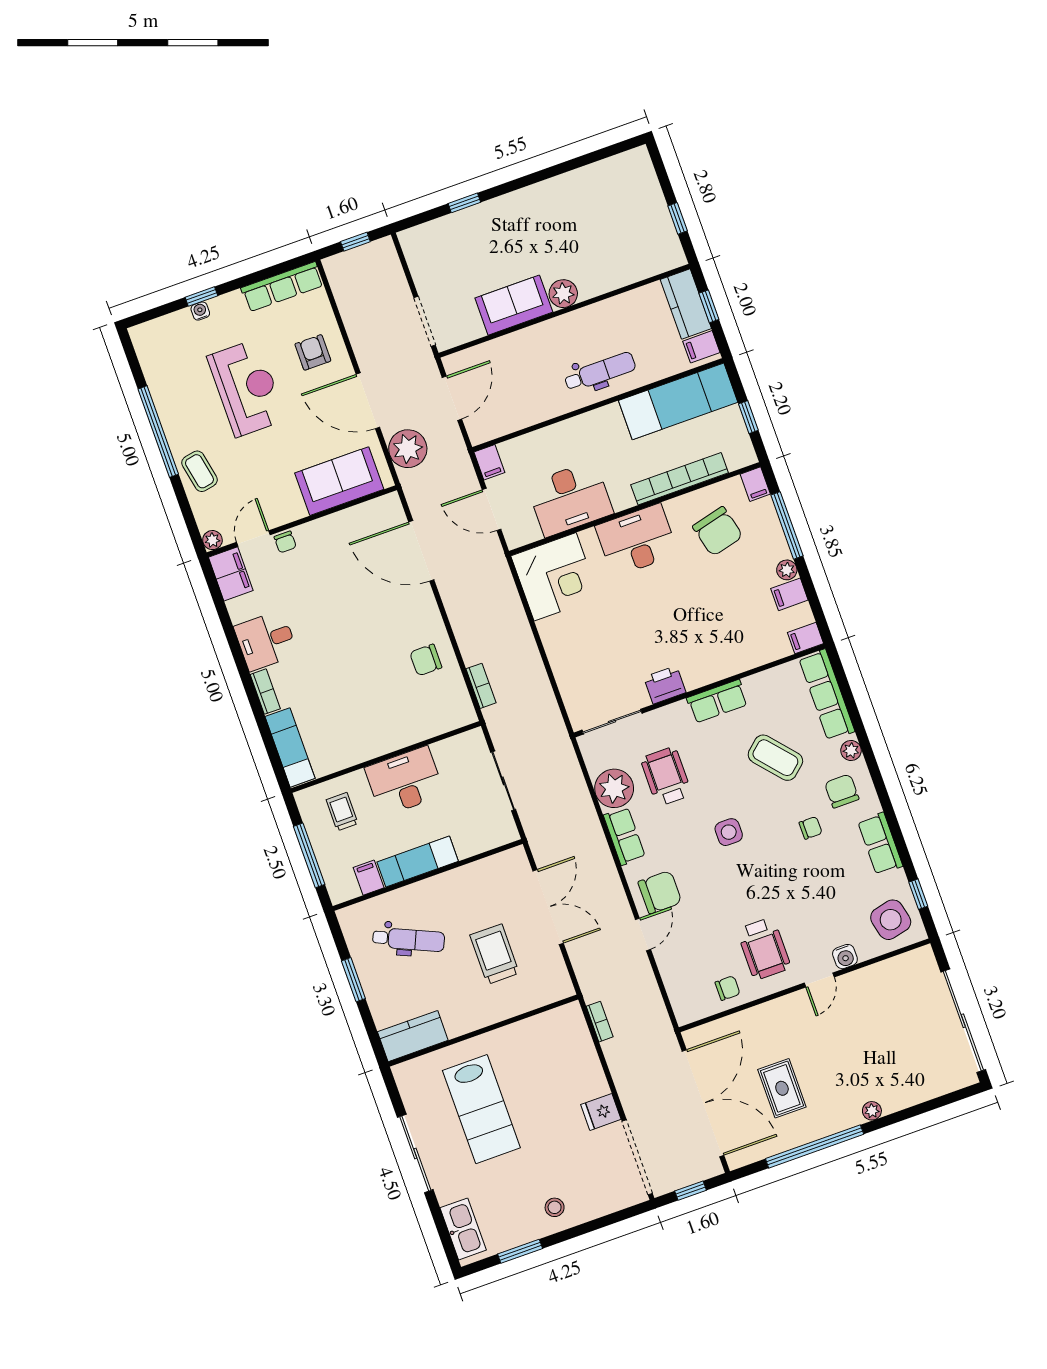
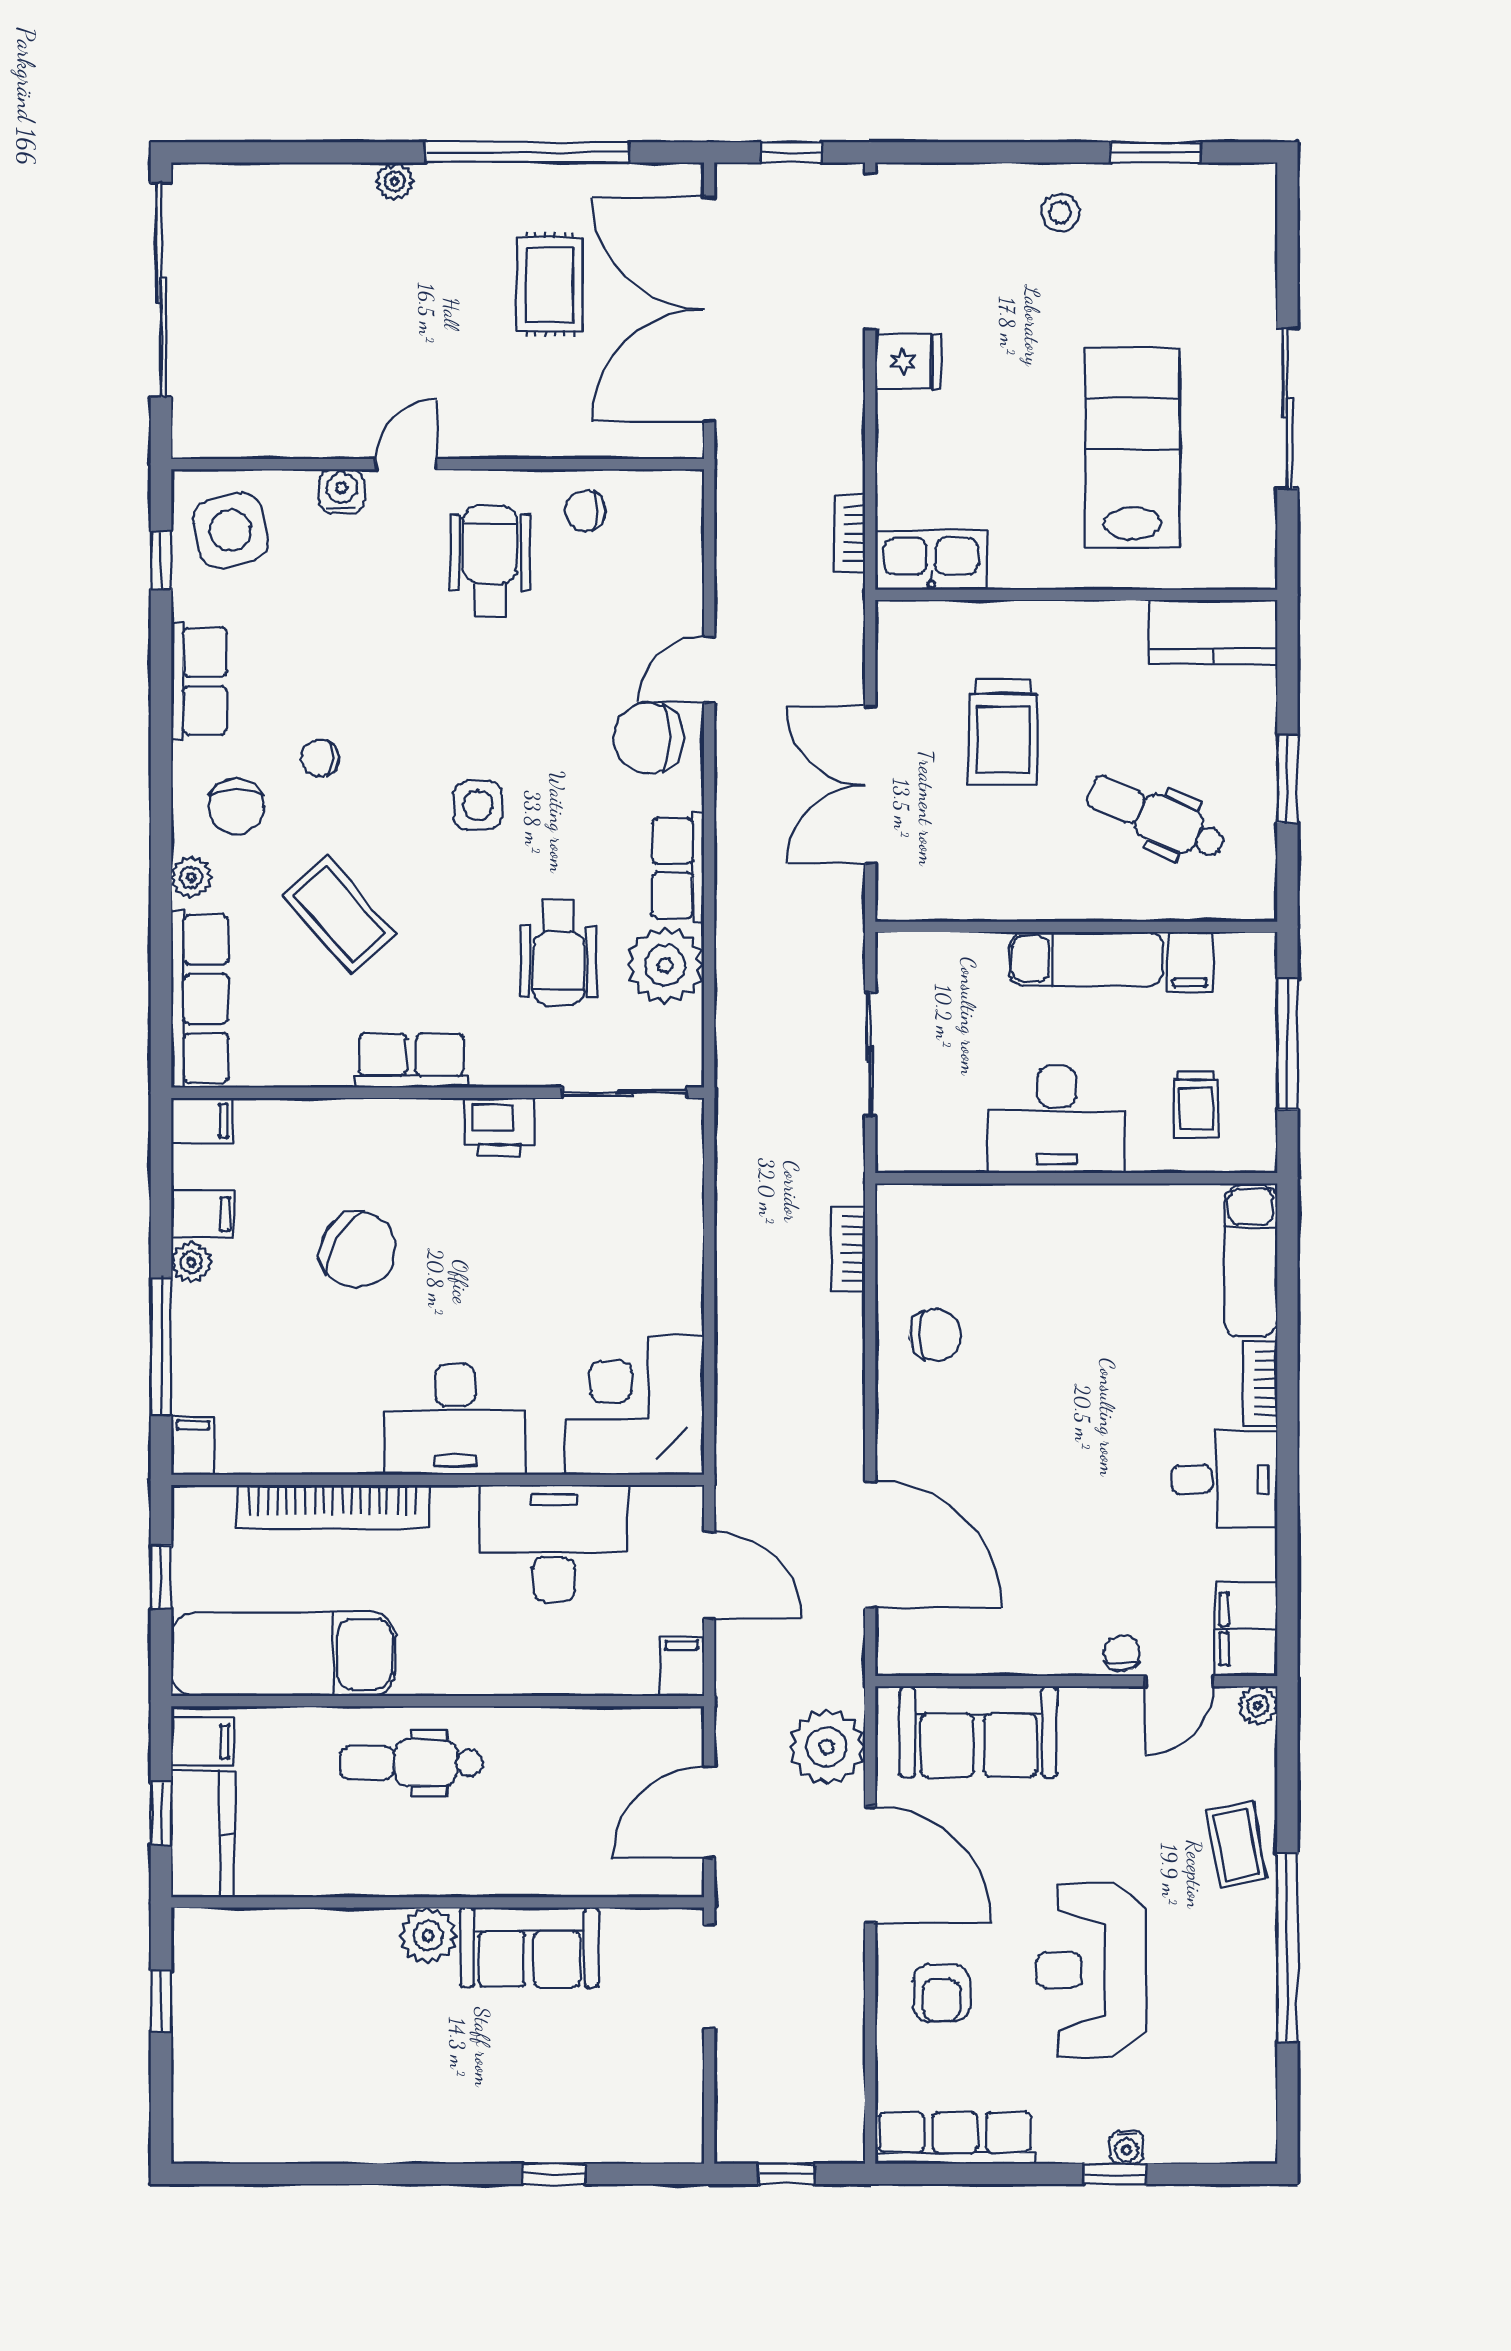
chair: (718, 531) -> (358, 1250), moved, turned 134
kitchen sink: (463, 1229) -> (931, 560), moved, turned 90

